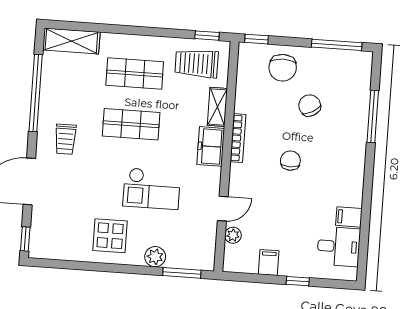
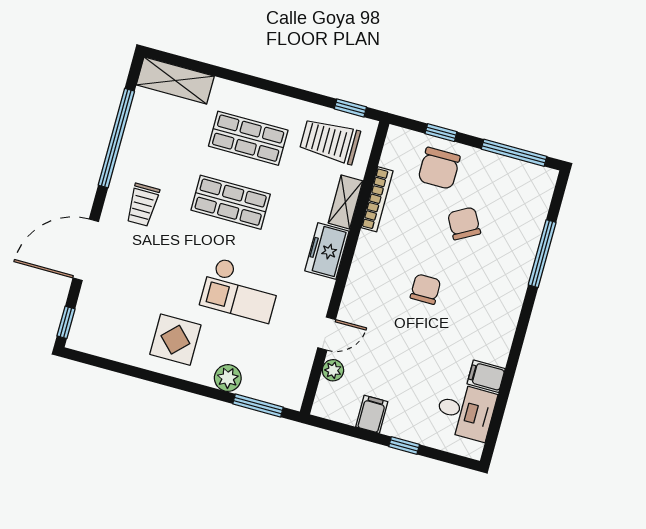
window: (256, 39) -> (441, 133), moved
bookcase: (238, 138) -> (377, 199), moved

